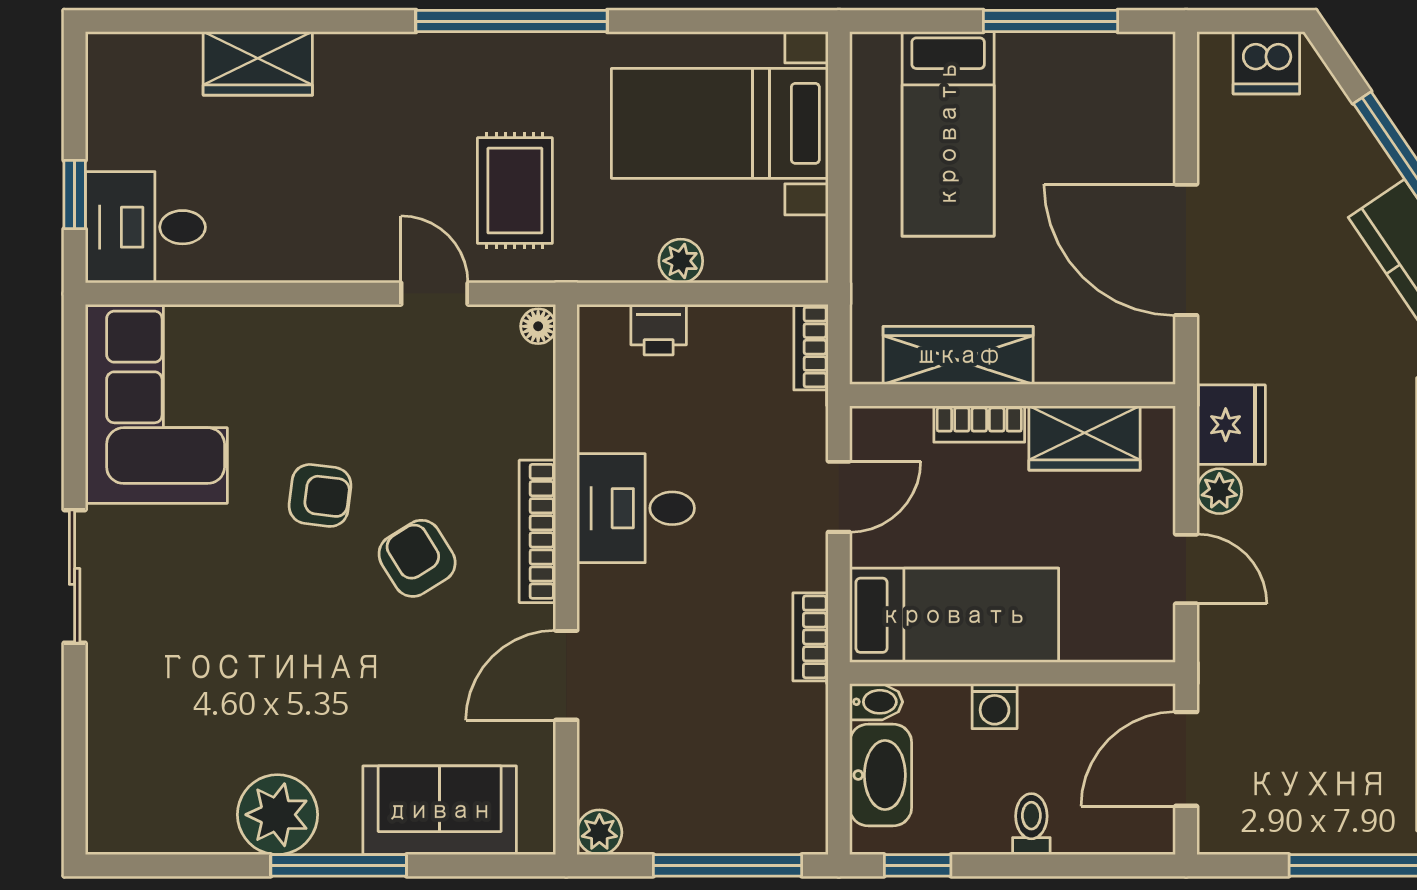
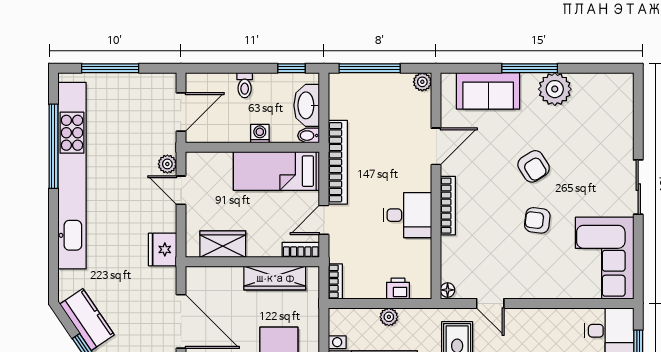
bookcase: (979, 424) -> (301, 250), moved
plant: (1219, 491) -> (167, 164), moved
armchair: (417, 558) -> (534, 166), moved
bookcase: (811, 637) -> (338, 162), width x2.31, depth x1.31

